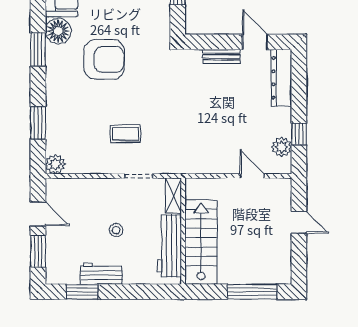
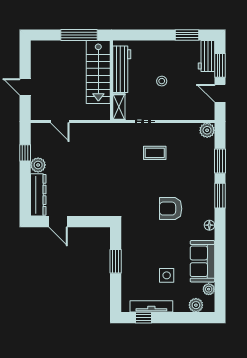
floor lamp: (58, 31) -> (209, 225), width x0.53, depth x0.53
window: (38, 50) -> (220, 196), moved
bench: (221, 56) -> (83, 211), removed
armchair: (104, 59) -> (171, 209), width x0.73, depth x0.73
plant: (282, 147) -> (38, 165), moved
workbench: (101, 274) -> (206, 56), moved, turned 90
window: (252, 292) -> (79, 35), moved

